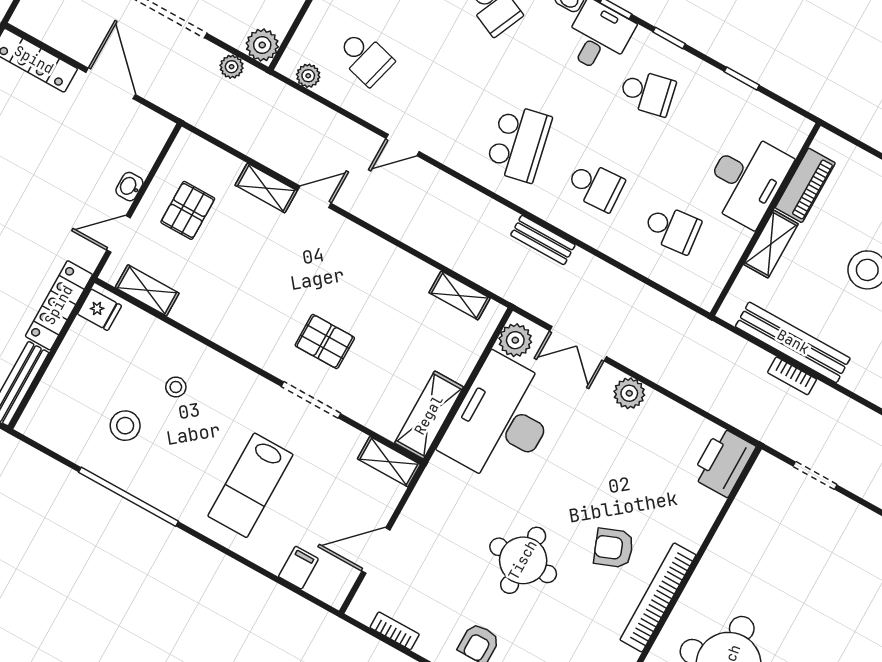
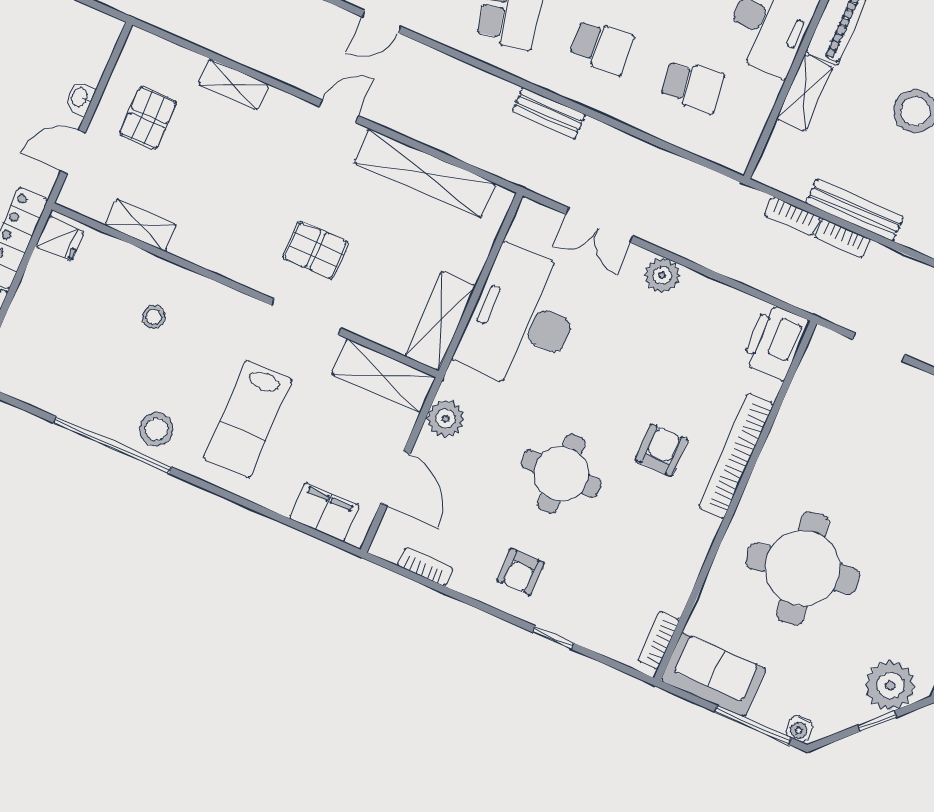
door: (314, 197) -> (339, 111), moved
shelving: (147, 290) -> (141, 225), moved
shelving: (460, 295) -> (425, 173), width x2.20, depth x1.33
plant: (515, 340) -> (445, 419), moved
bench: (793, 342) -> (855, 210), width x0.73, depth x0.82
bookcase: (749, 352) -> (792, 216), added
stool: (125, 426) -> (156, 429), moved
shelving: (389, 462) -> (384, 376), width x1.50, depth x1.33
armchair: (614, 548) -> (661, 450), turned 111
door: (376, 551) -> (395, 479), swing flipped
filing cabinet: (298, 568) -> (324, 512), width x2.00
bookcase: (658, 597) -> (736, 456), moved

